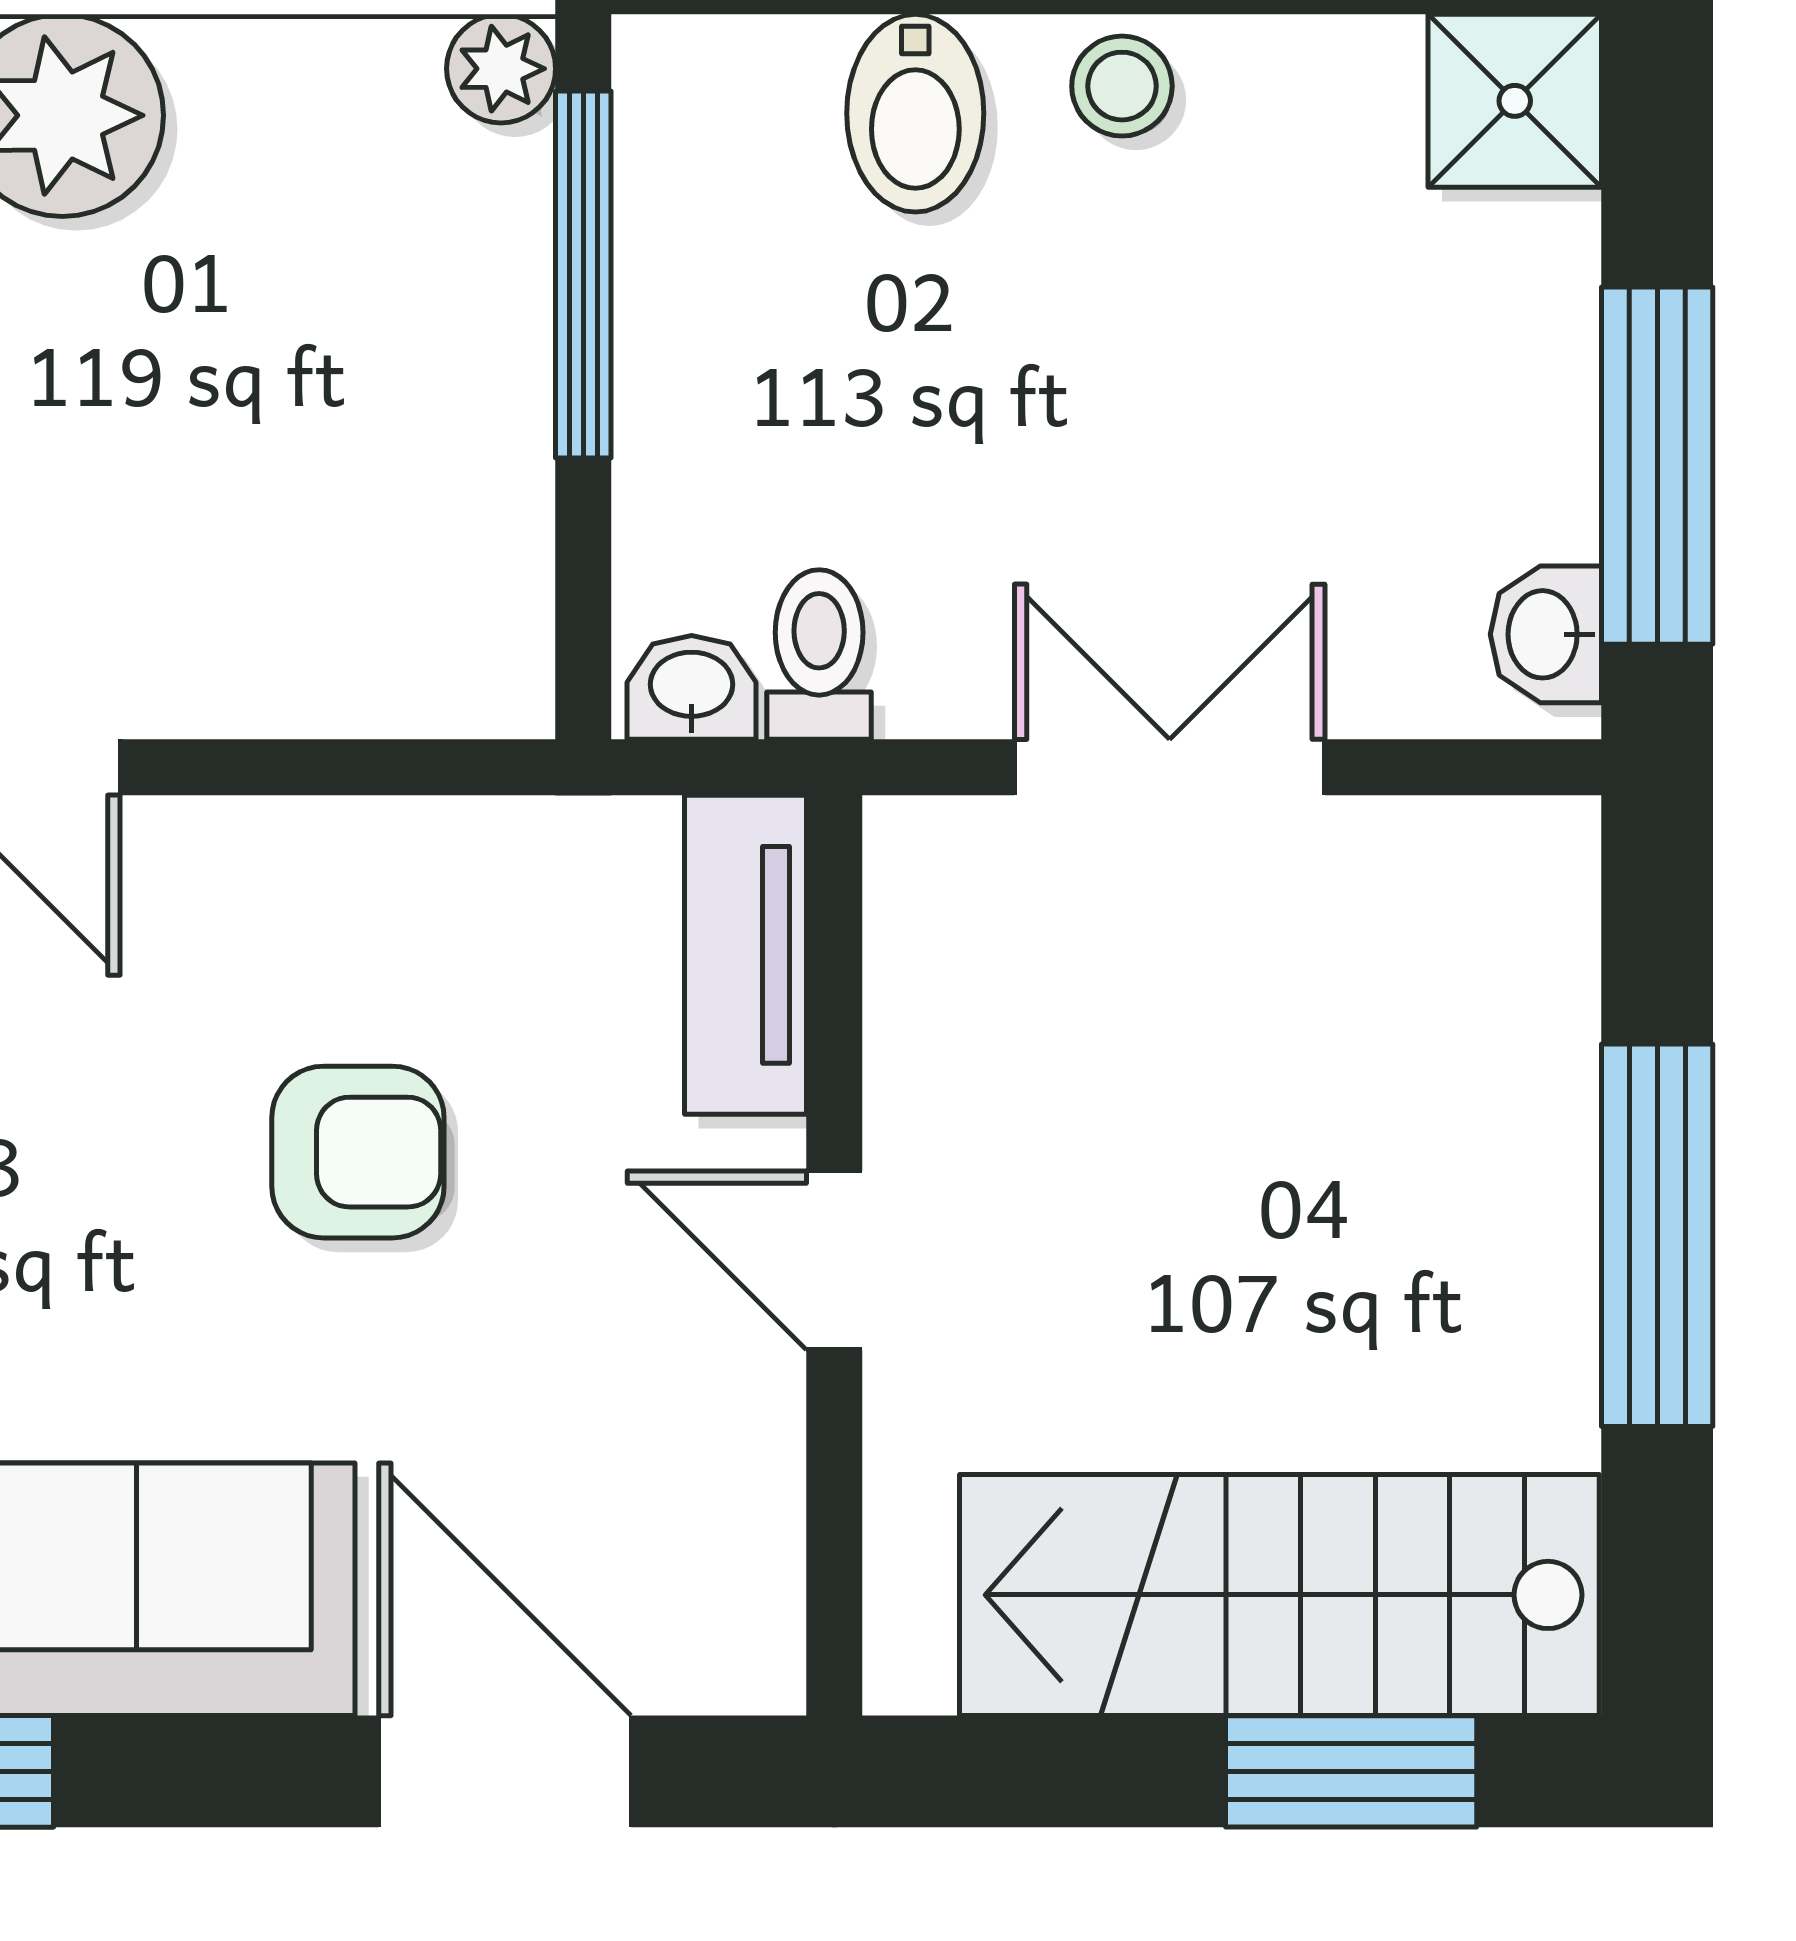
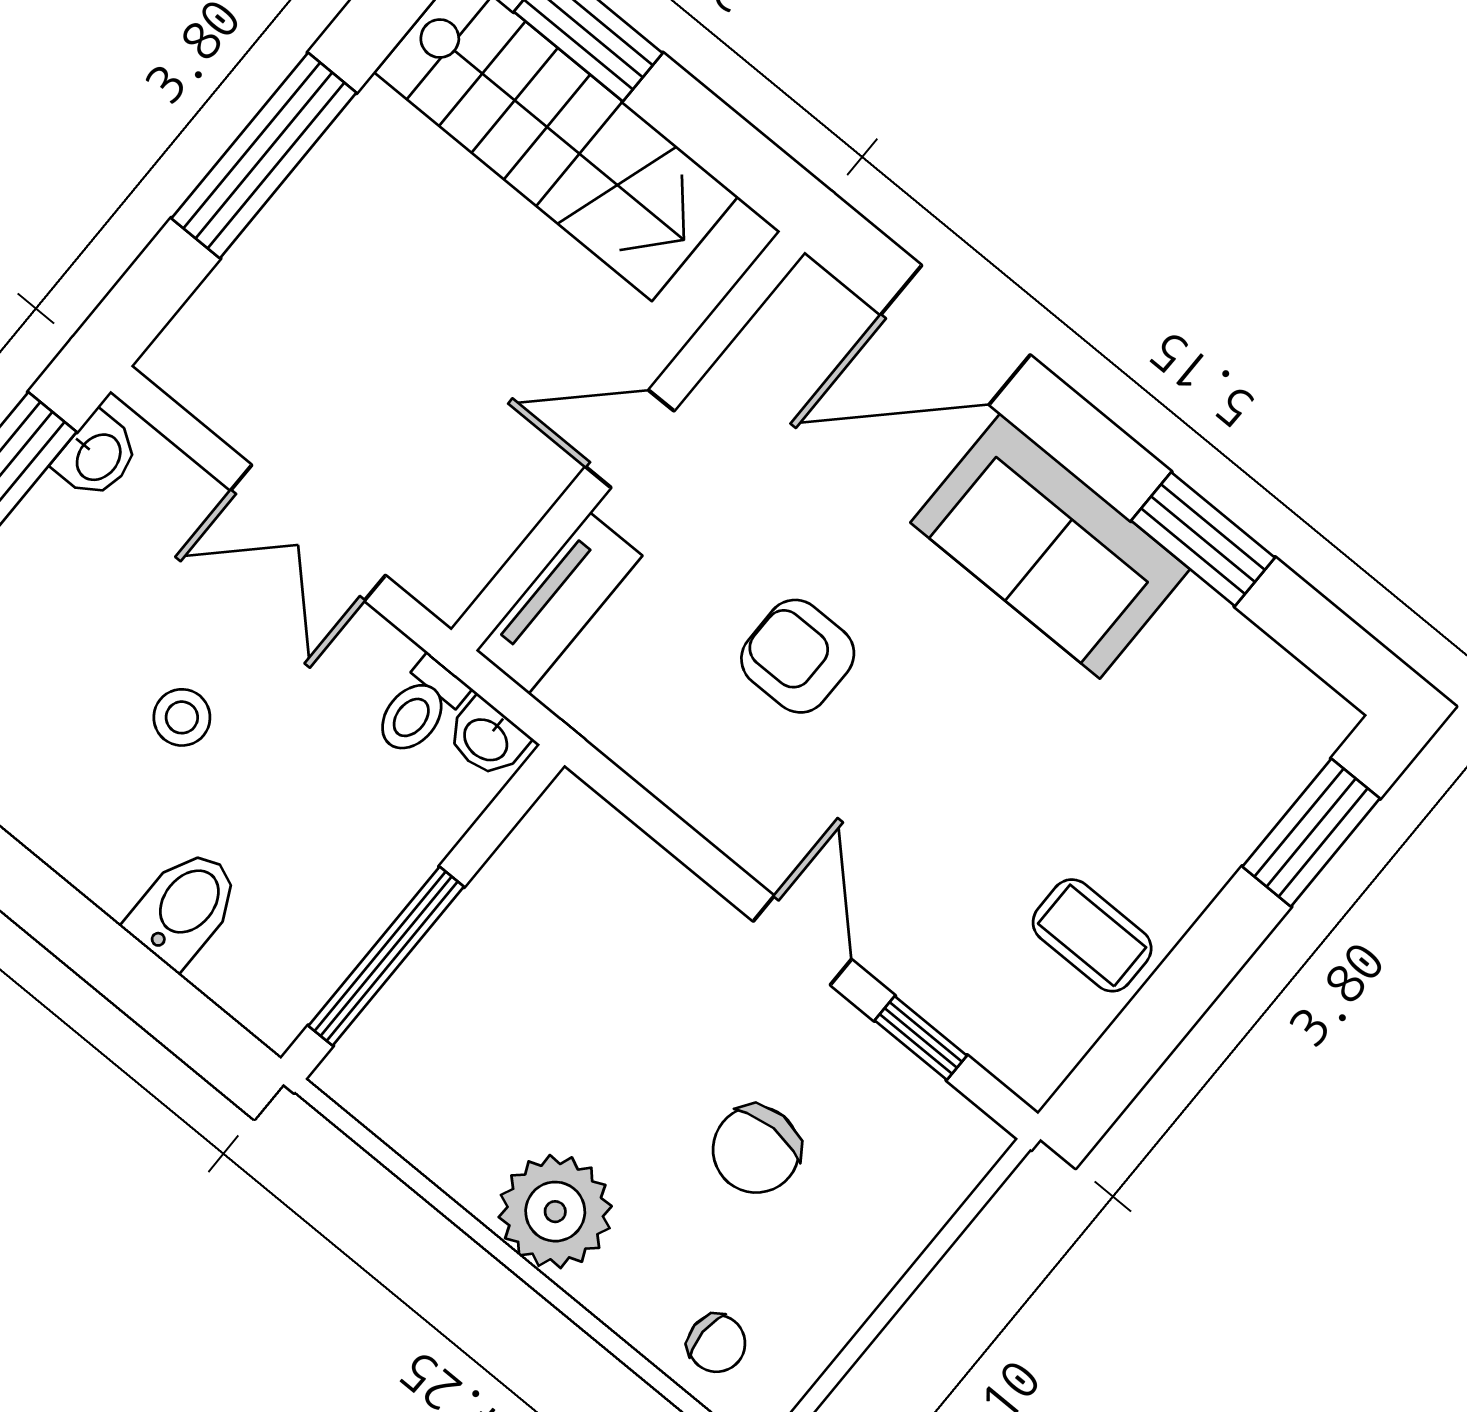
plant: (501, 69) -> (348, 1075), removed
stool: (1122, 86) -> (182, 717), moved
door: (834, 1260) -> (630, 439), swing flipped
door: (505, 1771) -> (955, 335), hinge flipped

